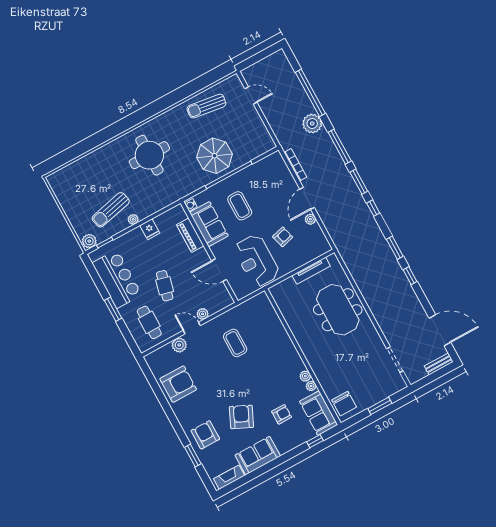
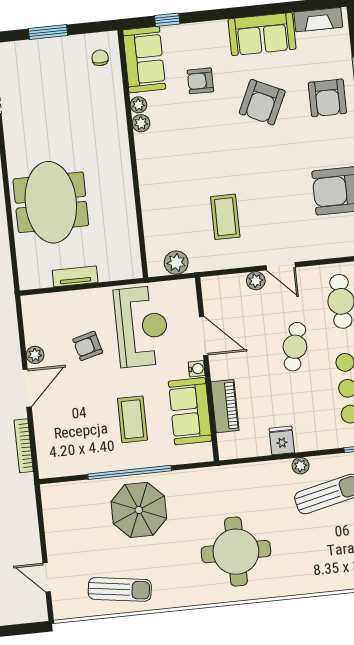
water cooler: (191, 205) -> (197, 369), moved
tv unit: (311, 271) -> (75, 276), width x0.71
plant: (179, 345) -> (176, 263), moved
chair: (344, 404) -> (100, 58), width x0.54, depth x0.54

